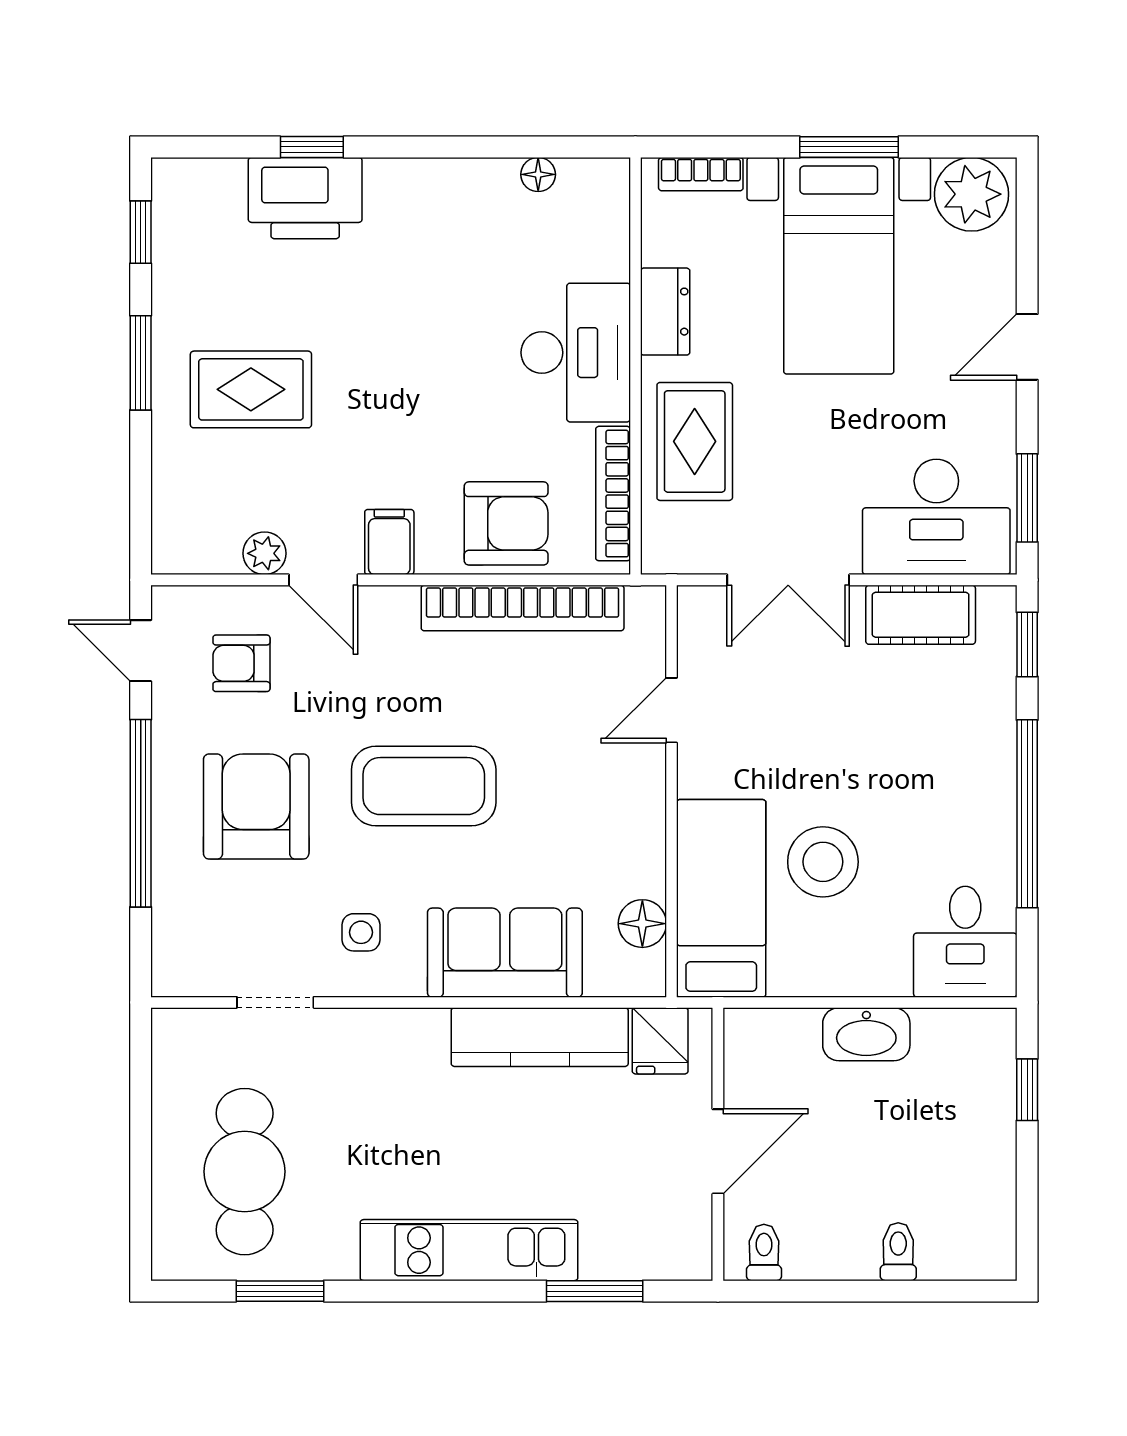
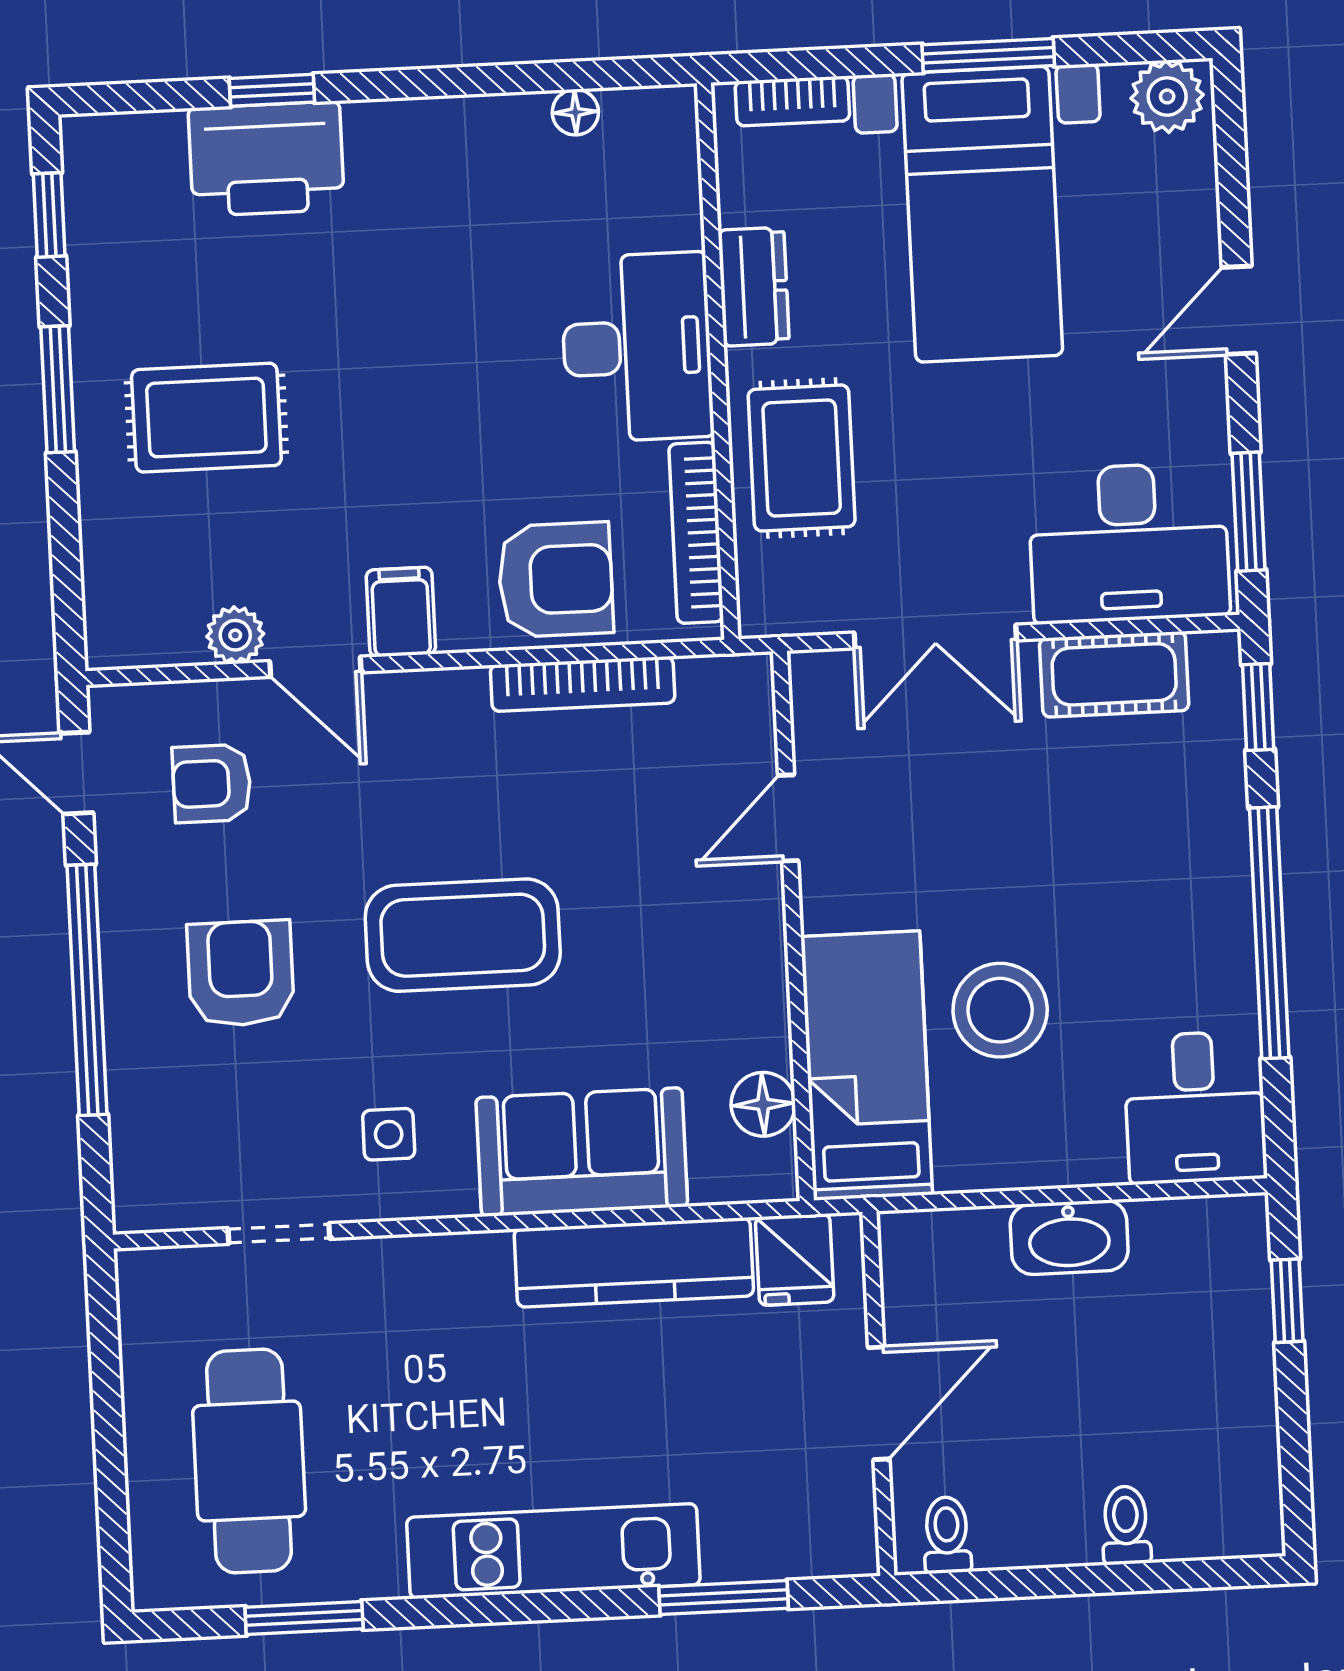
plant: (972, 194) -> (1167, 96), width x0.73, depth x0.73
bookcase: (523, 608) -> (583, 684), width x0.68, depth x0.76
armchair: (256, 807) -> (241, 973), width x0.73, depth x0.73

